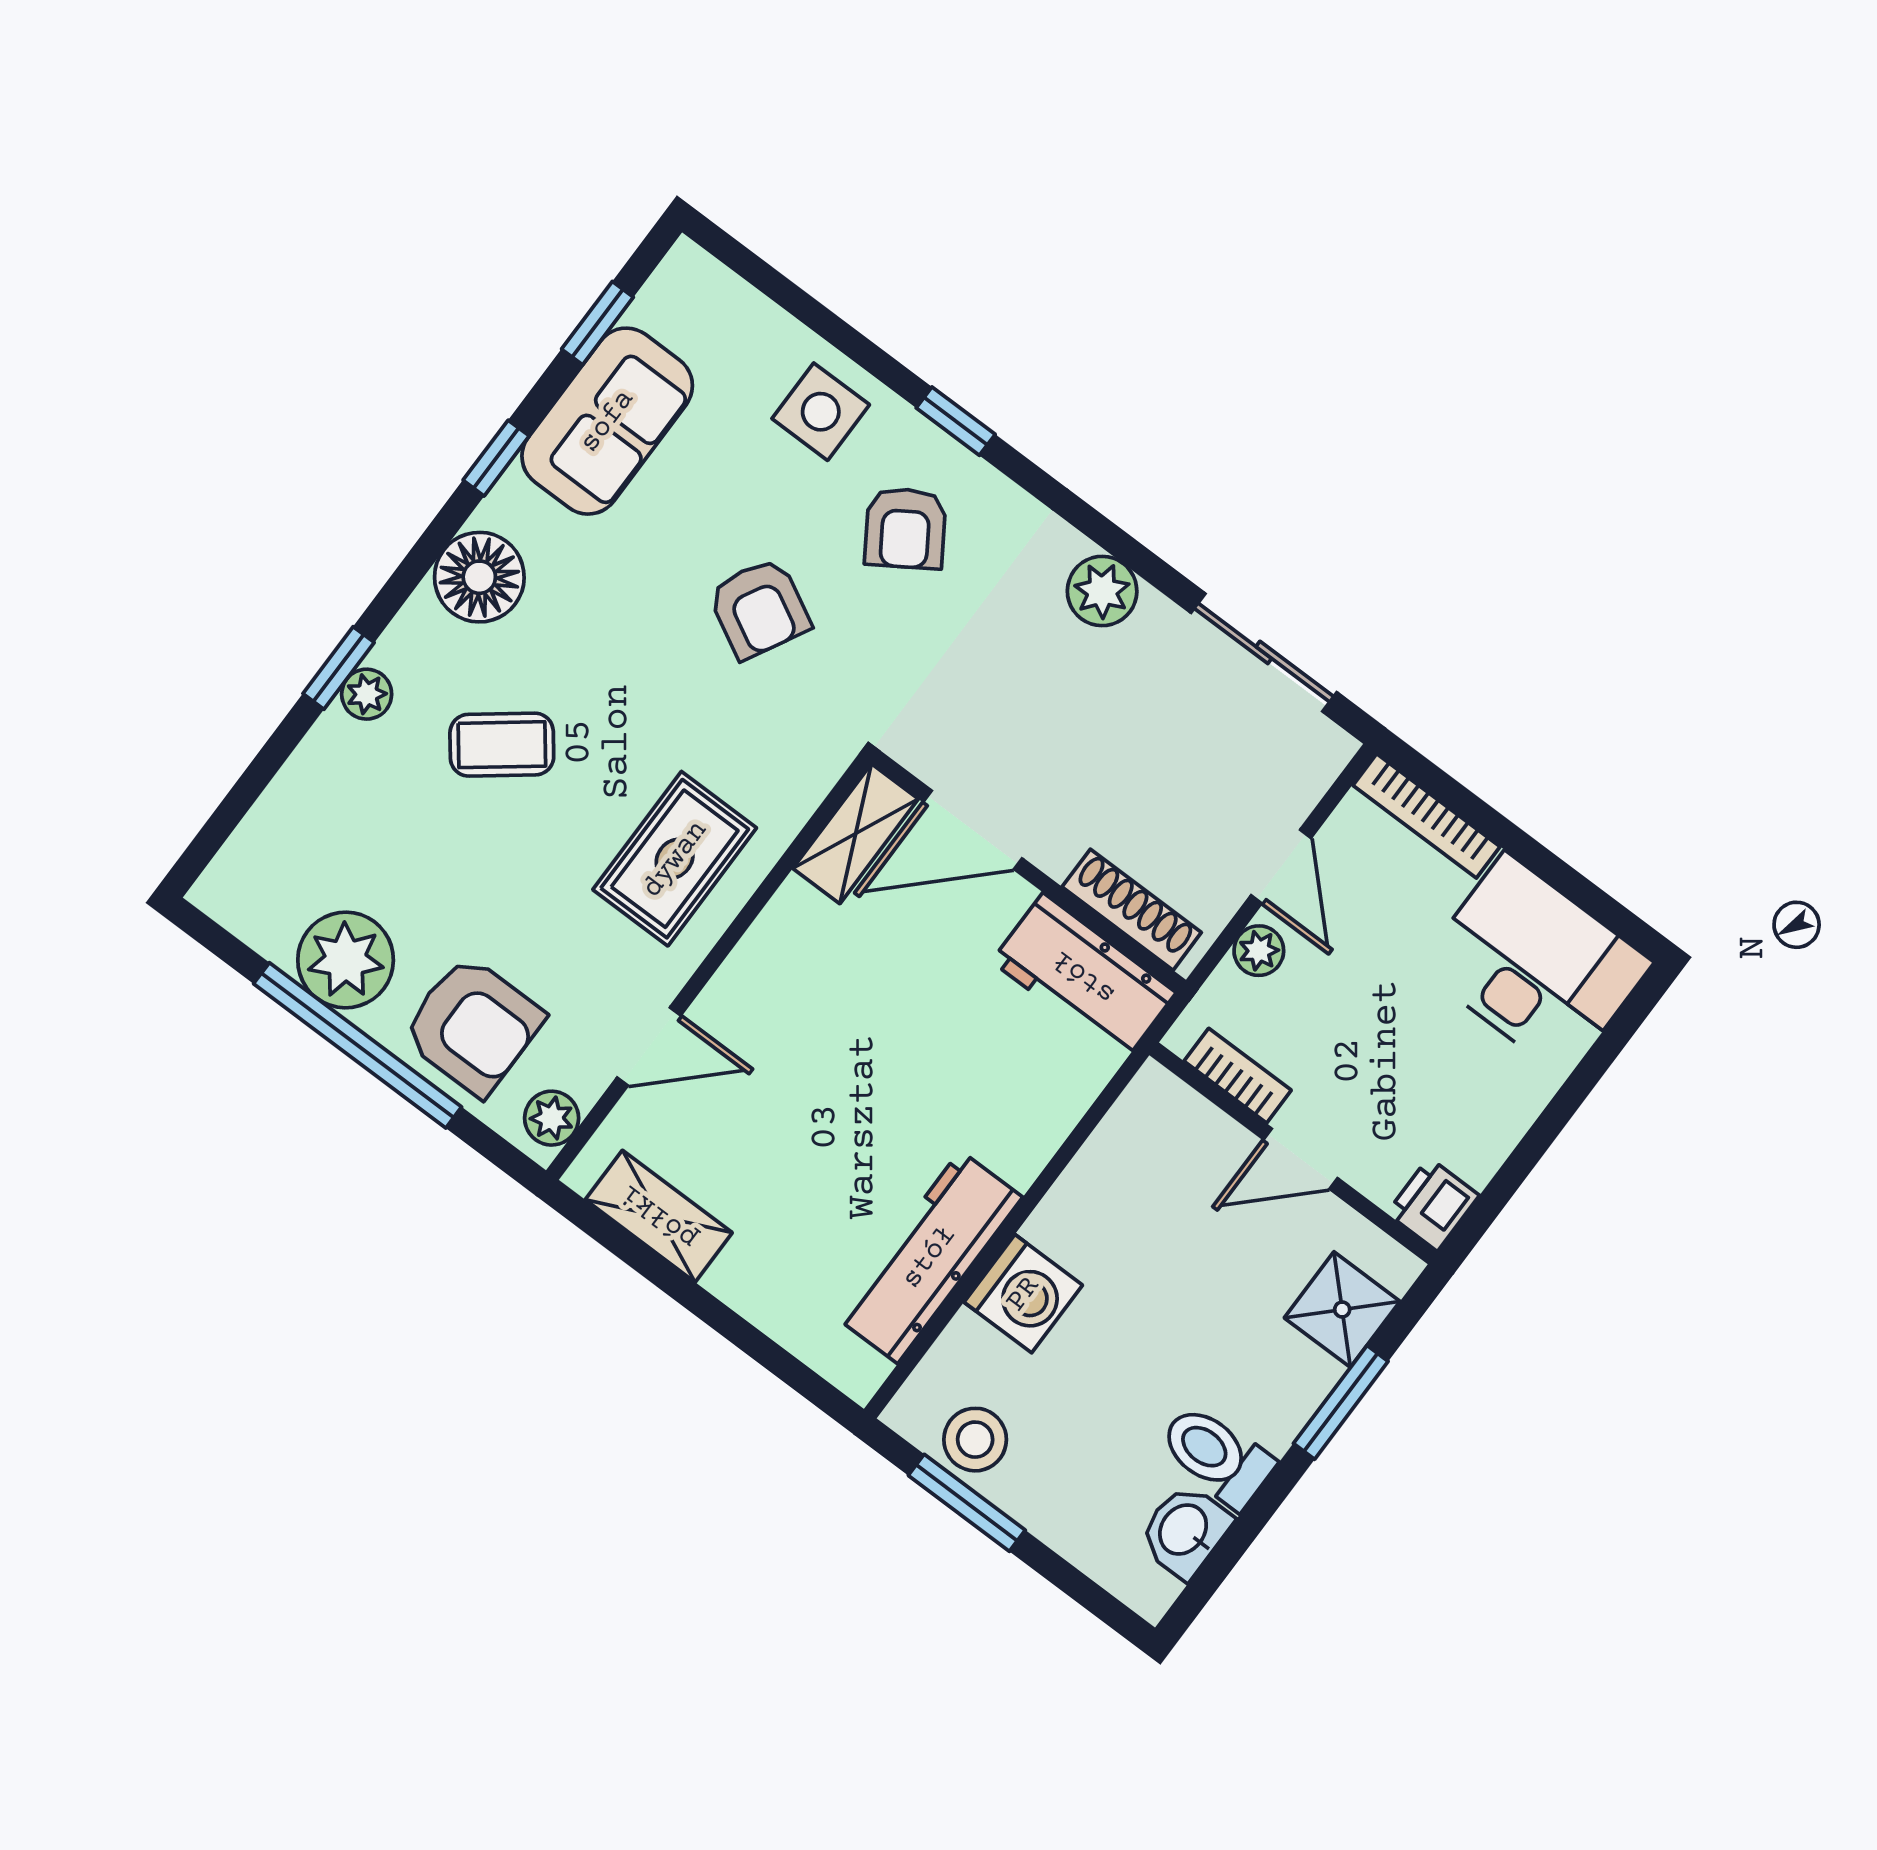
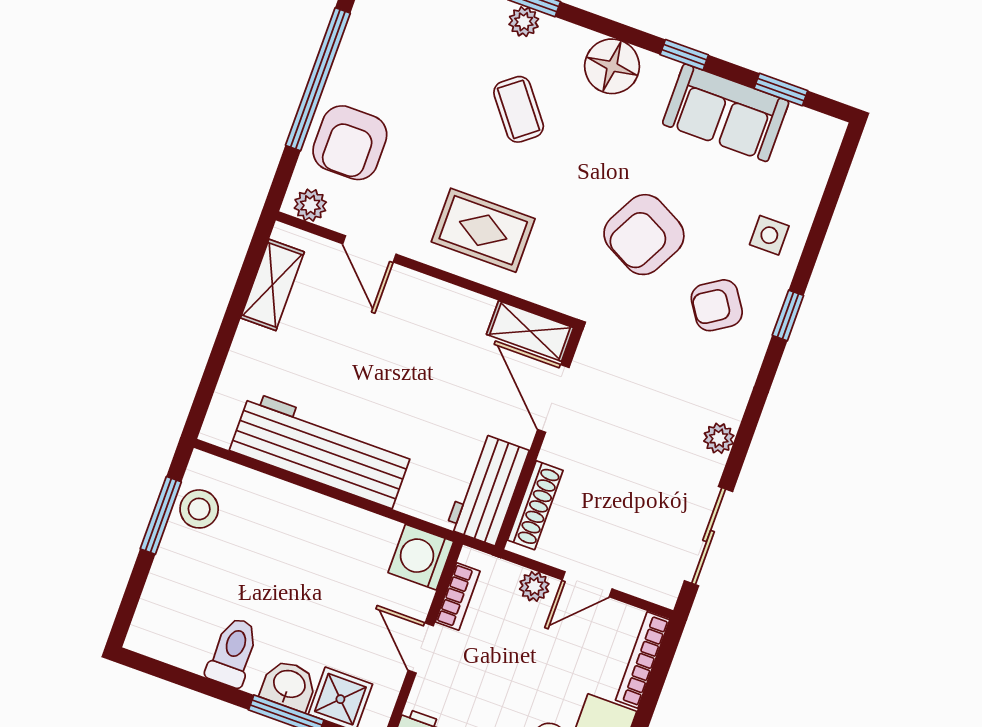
side table: (821, 412) -> (769, 235), width x0.73, depth x0.73
plant: (1102, 591) -> (719, 438), width x0.73, depth x0.73
armchair: (759, 608) -> (644, 235), width x1.38, depth x1.38
plant: (346, 960) -> (365, 57), removed
workbench: (929, 1257) -> (321, 450), width x1.36, depth x1.32
washing machine: (1023, 1294) -> (421, 557), moved, turned 90
washbasin: (1185, 1531) -> (289, 685), moved

